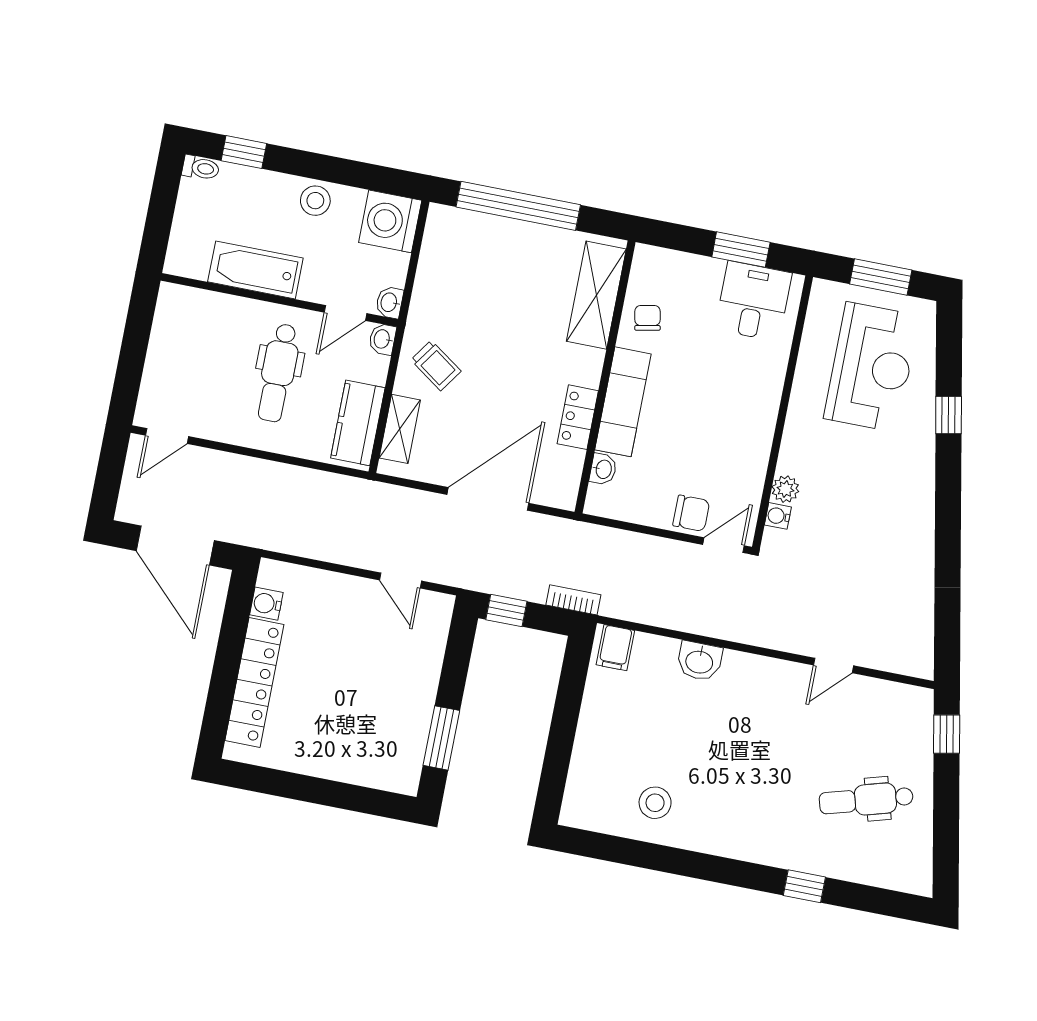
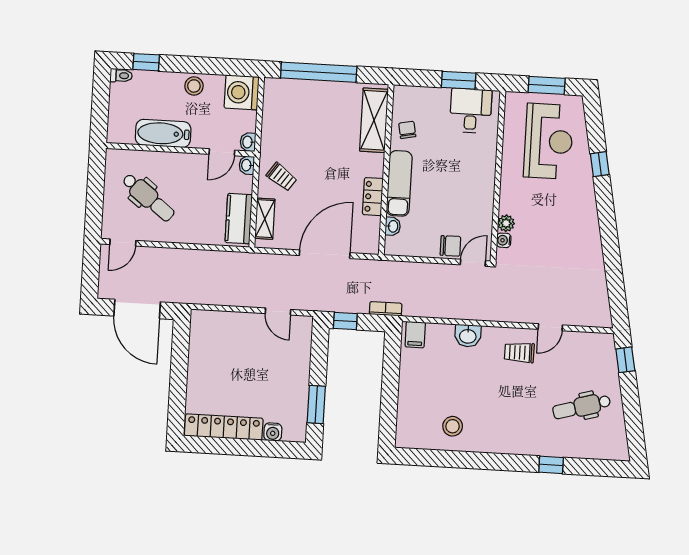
dental chair: (278, 373) -> (148, 197), moved, turned -52
water cooler: (266, 604) -> (273, 432), moved, turned -90
locker: (254, 682) -> (224, 427), moved, turned -90
trolley: (778, 699) -> (519, 352), added

